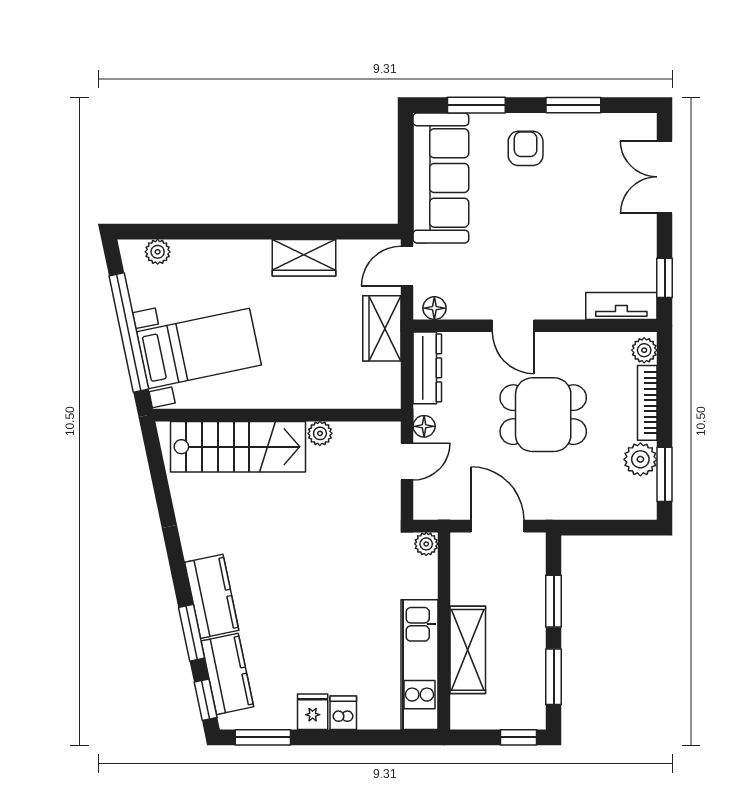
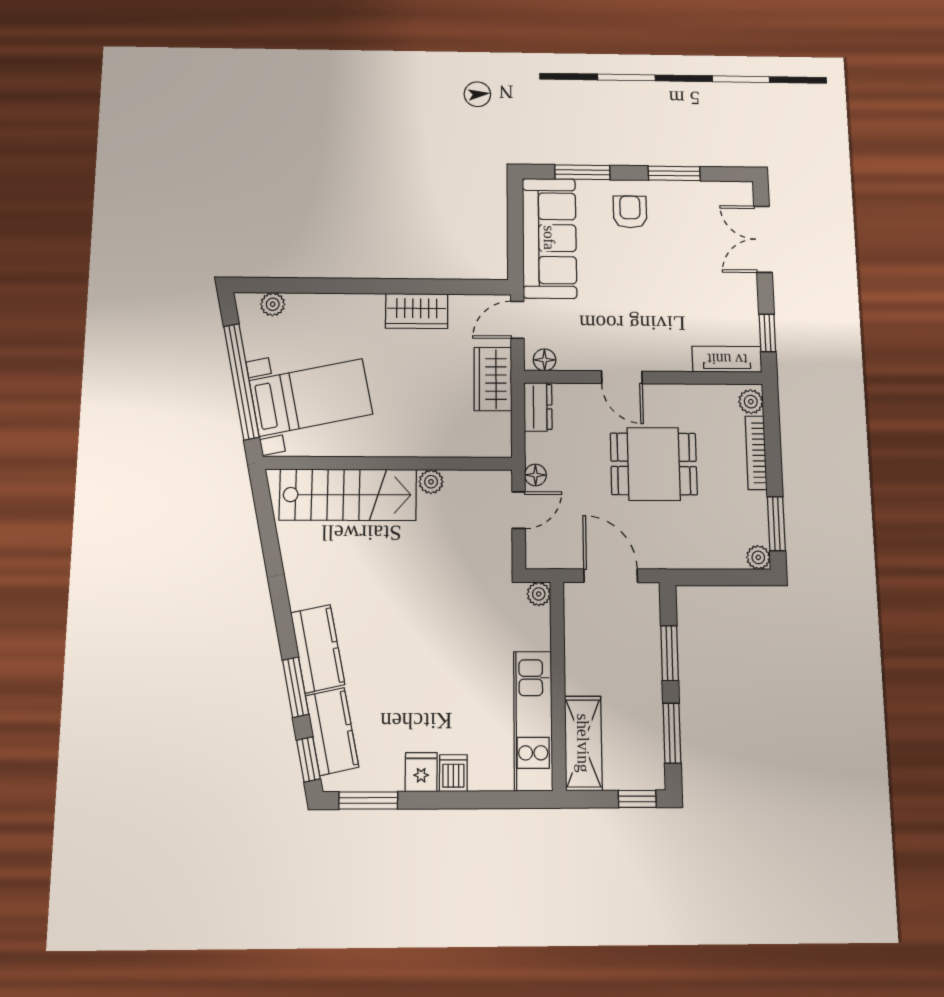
dresser: (427, 368) -> (538, 407), width x0.70
plant: (640, 459) -> (758, 557), moved, width x0.73, depth x0.73
shelving: (468, 650) -> (583, 743), moved

